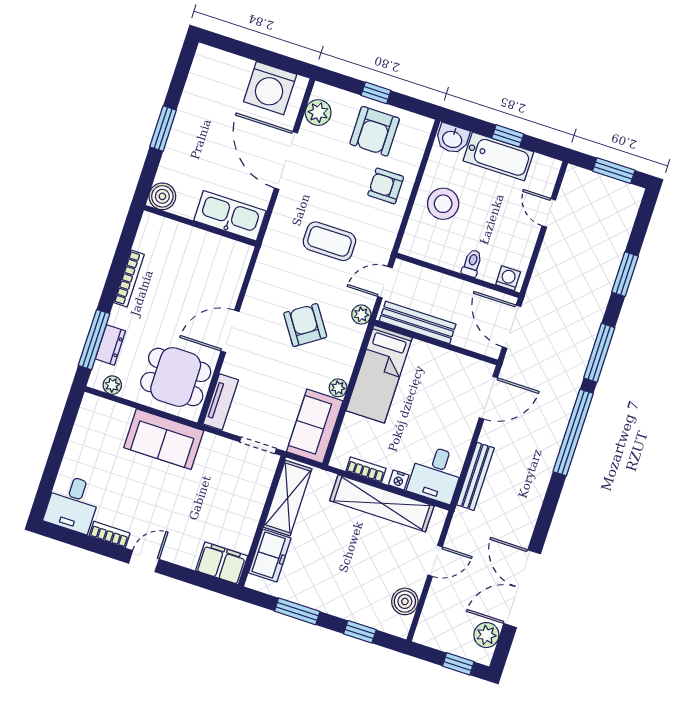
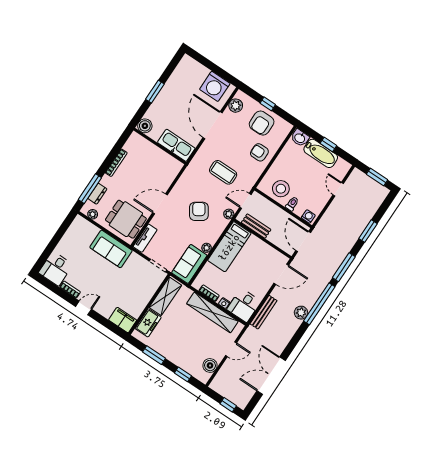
stool: (443, 204) -> (281, 189), moved
bench: (418, 323) -> (256, 226), width x0.73
plant: (486, 635) -> (301, 313), moved

